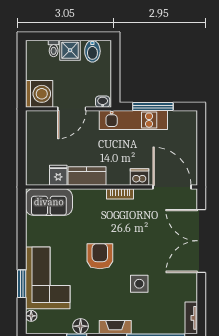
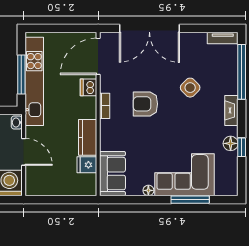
kitchen unit: (133, 120) -> (34, 81), width x1.36
armchair: (100, 256) -> (145, 104), moved
window: (22, 284) -> (190, 200), width x1.44
side table: (139, 284) -> (190, 88), turned 45
floor lamp: (31, 316) -> (148, 190), moved

